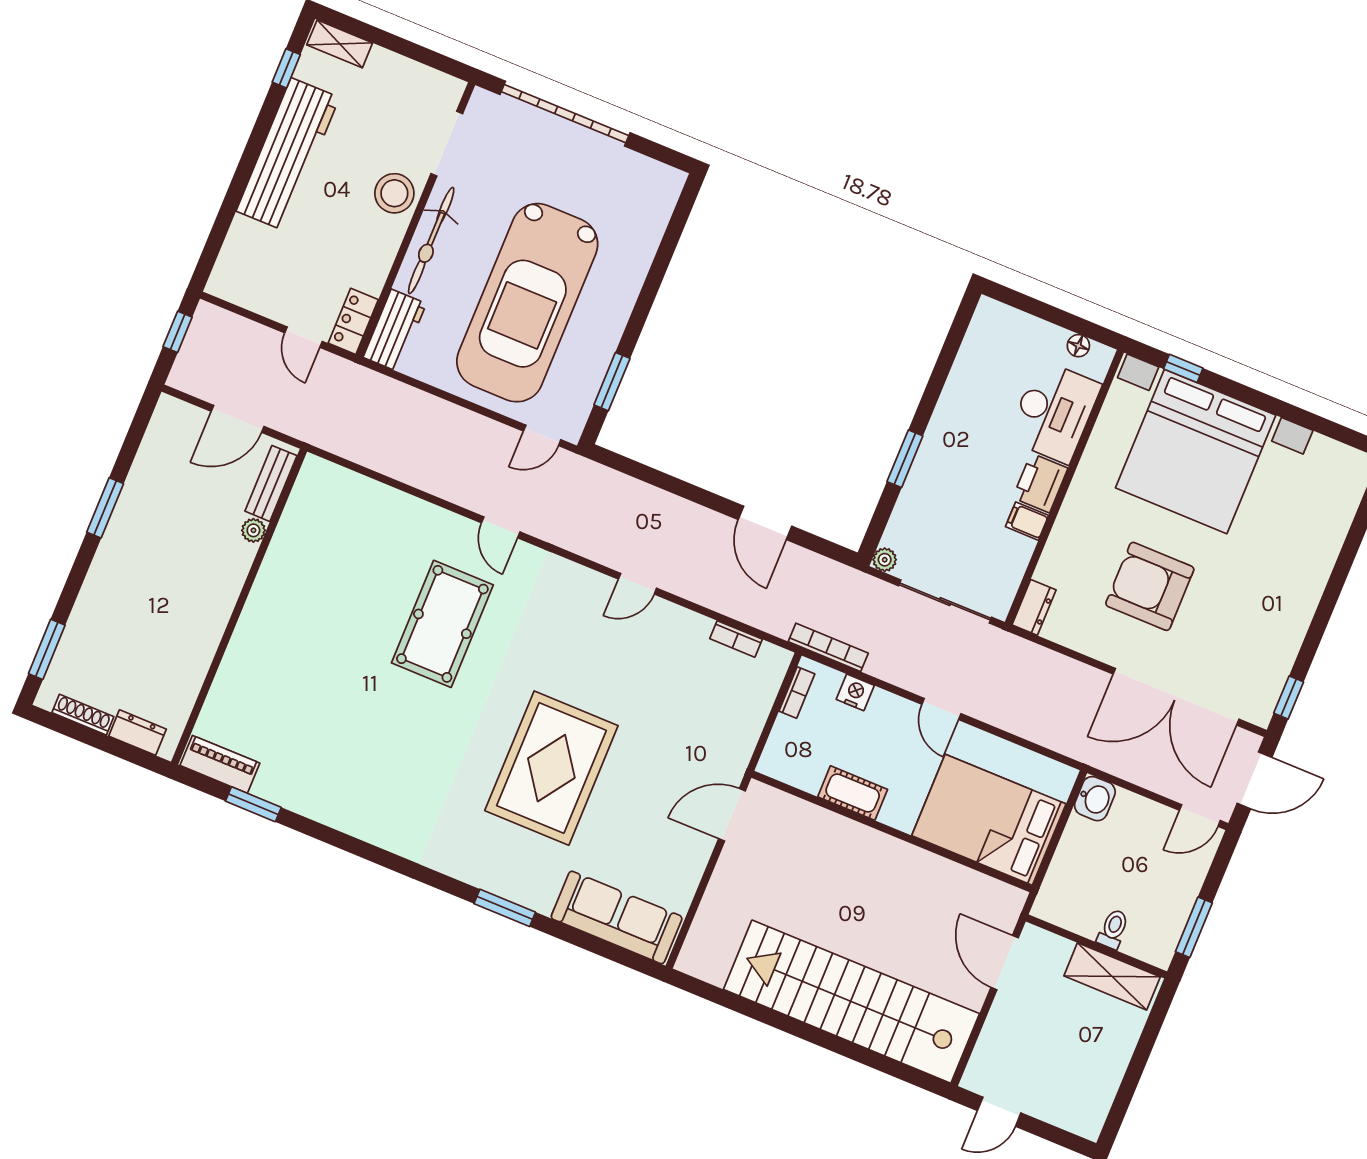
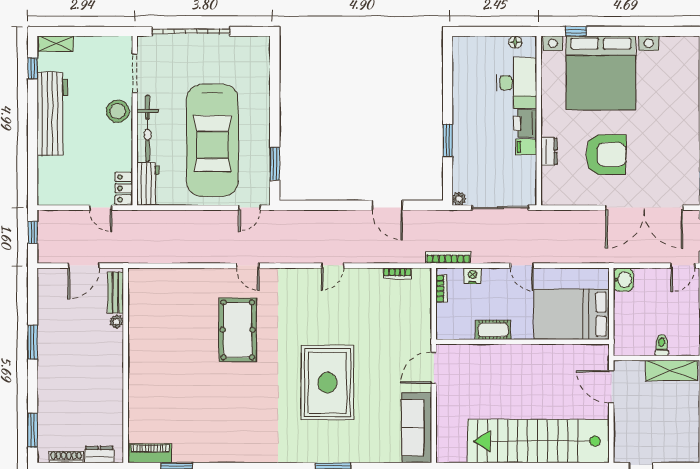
armchair: (1150, 586) -> (606, 155), turned 180
dresser: (1034, 607) -> (549, 151), moved
sofa: (617, 917) -> (417, 428), moved, turned -90

